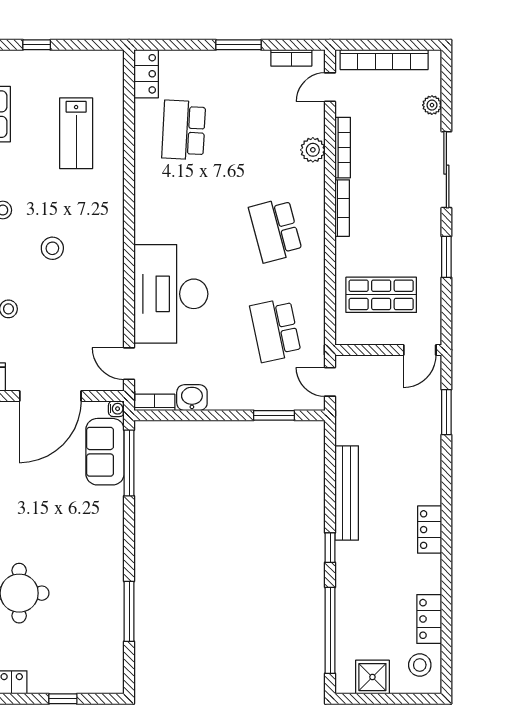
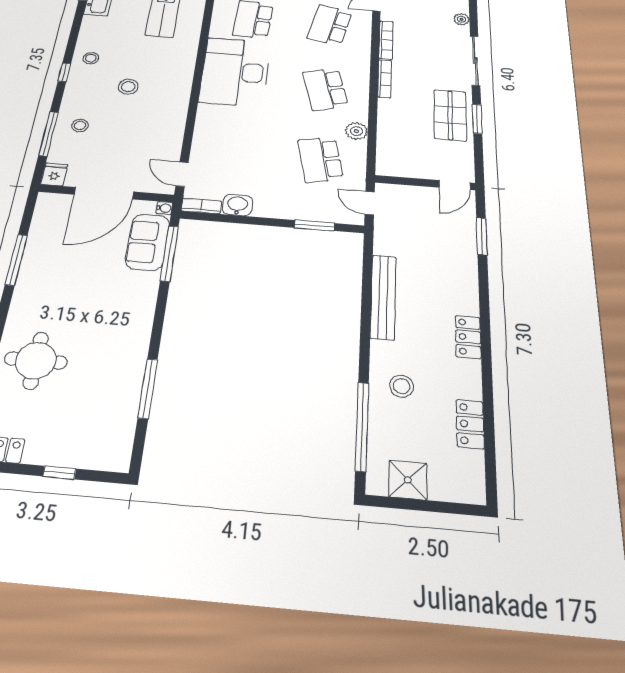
school desk: (275, 130) -> (330, 25), added
plant: (313, 150) -> (357, 131), moved
desk: (171, 294) -> (235, 72), moved
shop shelf: (381, 295) -> (450, 115), moved, turned 90
window: (330, 548) -> (365, 345), removed
stool: (420, 665) -> (402, 386), moved

